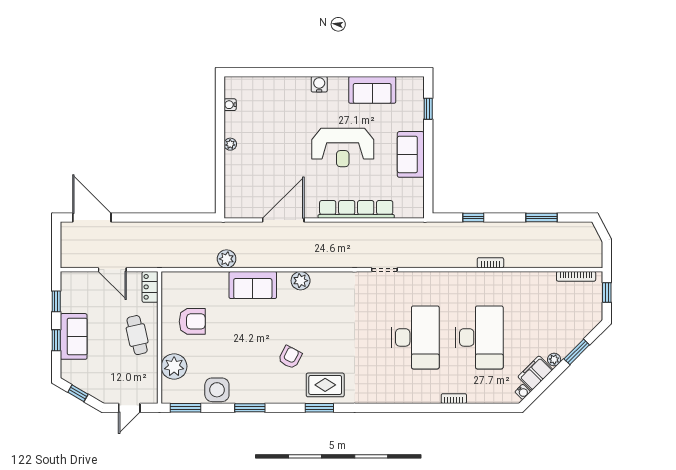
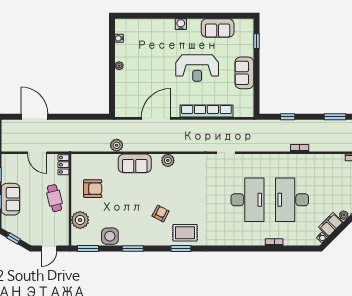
door: (92, 218) -> (35, 117), moved
desk: (479, 337) -> (292, 200), turned 180

